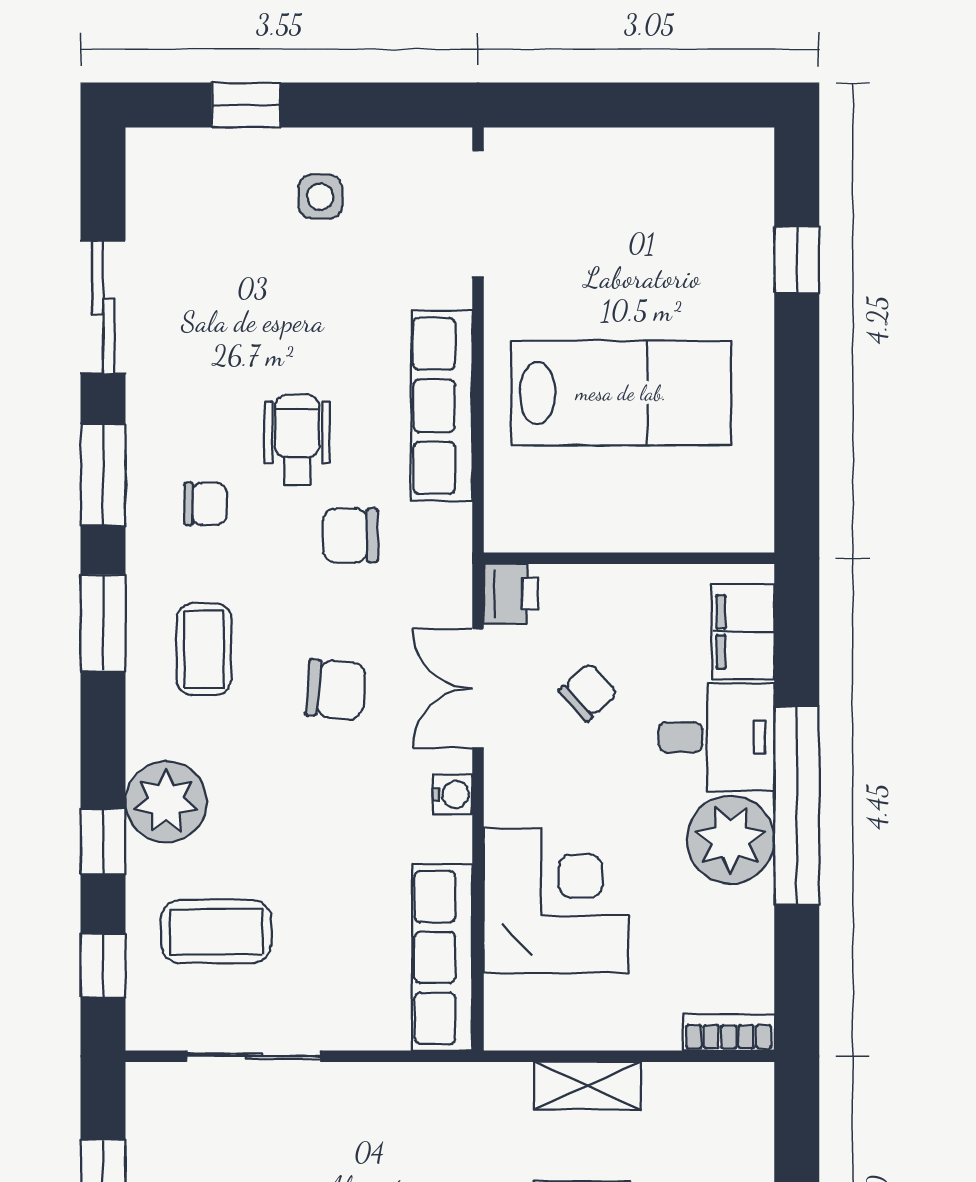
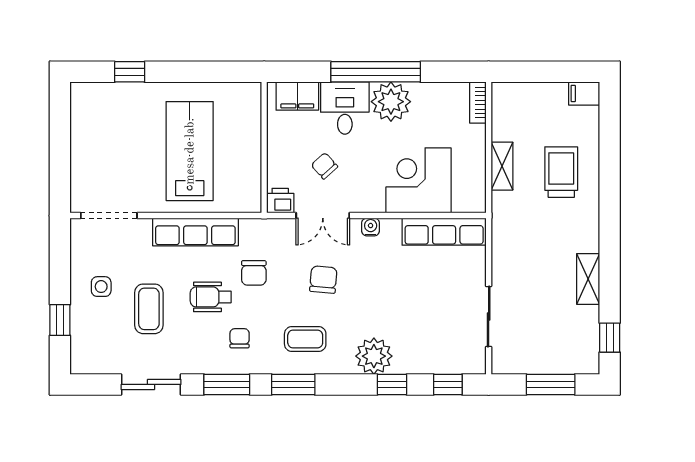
coffee table: (216, 932) -> (149, 309), moved

